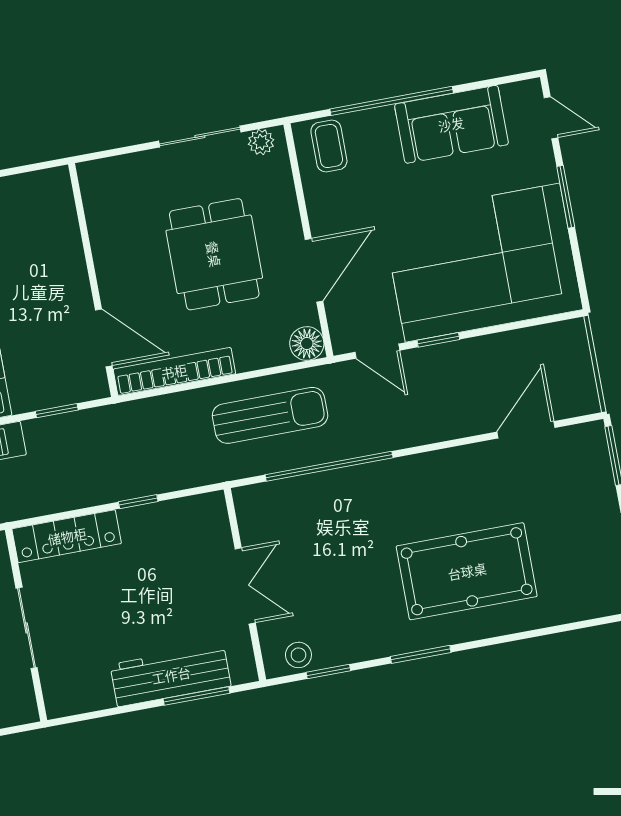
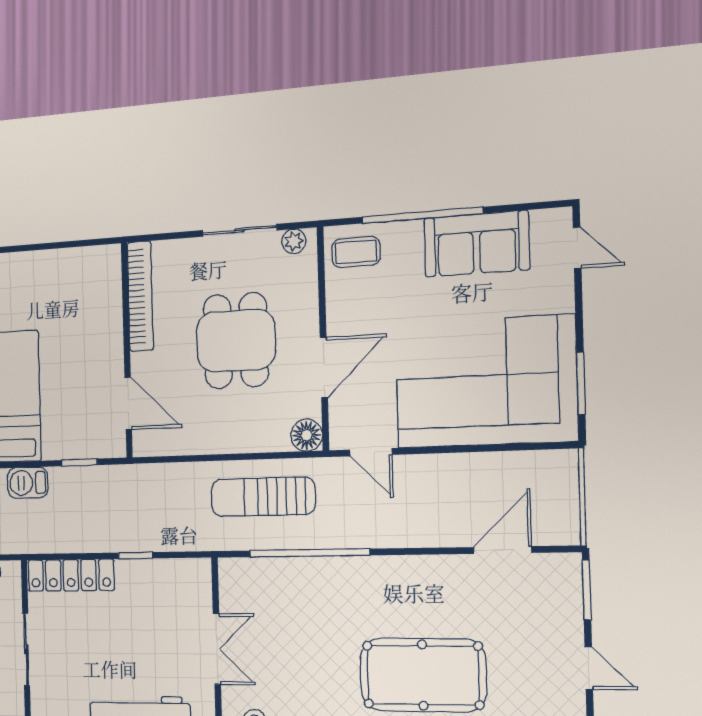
coffee table: (329, 146) -> (356, 252), turned 90
window: (566, 197) -> (581, 383), moved
window: (438, 340) -> (431, 450), removed
bookcase: (174, 371) -> (140, 296), moved, turned 90
sun lounger: (270, 415) -> (263, 497), turned 180

